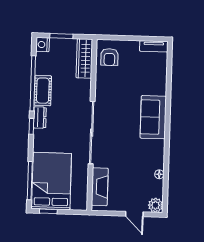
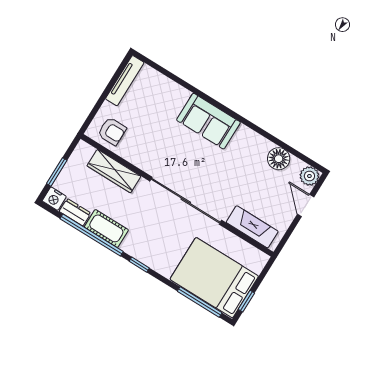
tv unit: (154, 46) -> (125, 81), width x1.41
wardrobe: (84, 58) -> (114, 171), moved
dresser: (40, 117) -> (75, 212), moved
floor lamp: (159, 174) -> (279, 159), width x1.89, depth x1.89
door: (134, 214) -> (306, 206), swing flipped

